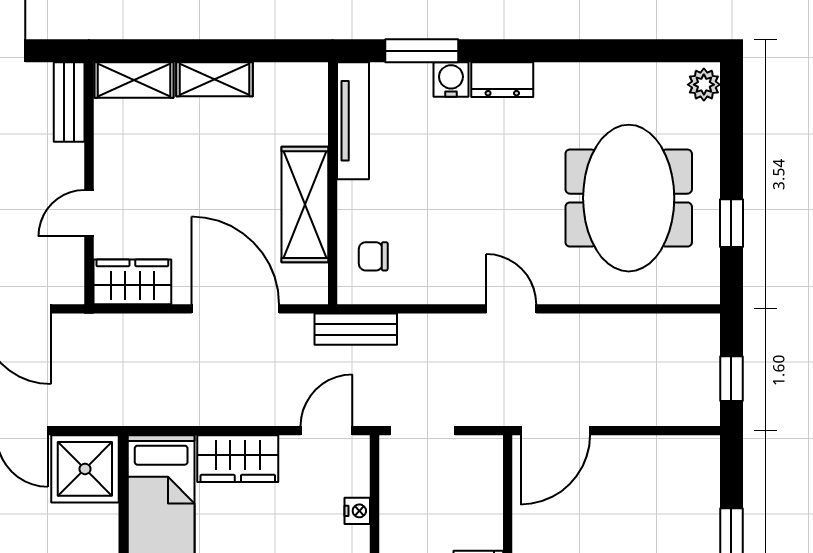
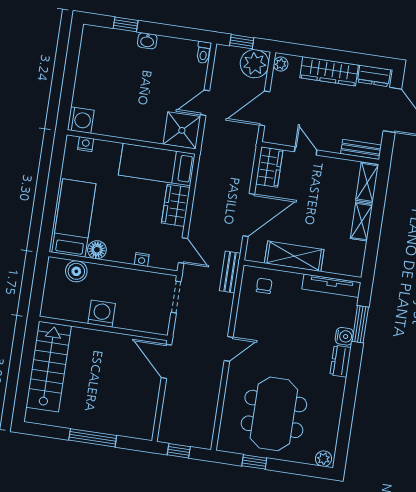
meeting table: (629, 198) -> (274, 414), turned 90

